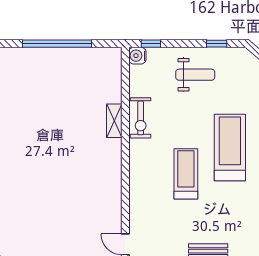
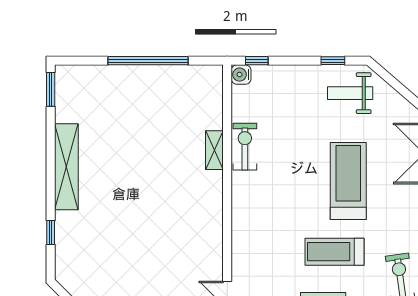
weight bench: (195, 75) -> (350, 93), moved, turned 180
exercise bike: (141, 118) -> (245, 147), turned 180
treadmill: (186, 174) -> (334, 252), moved, turned -90

